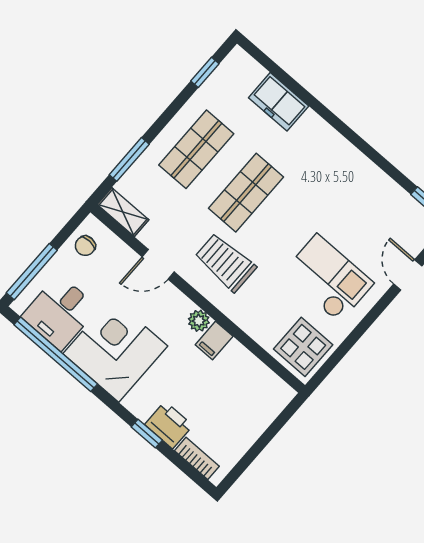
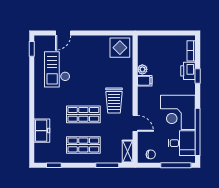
checkout: (328, 278) -> (57, 69), moved
plant: (199, 321) -> (142, 69), moved

